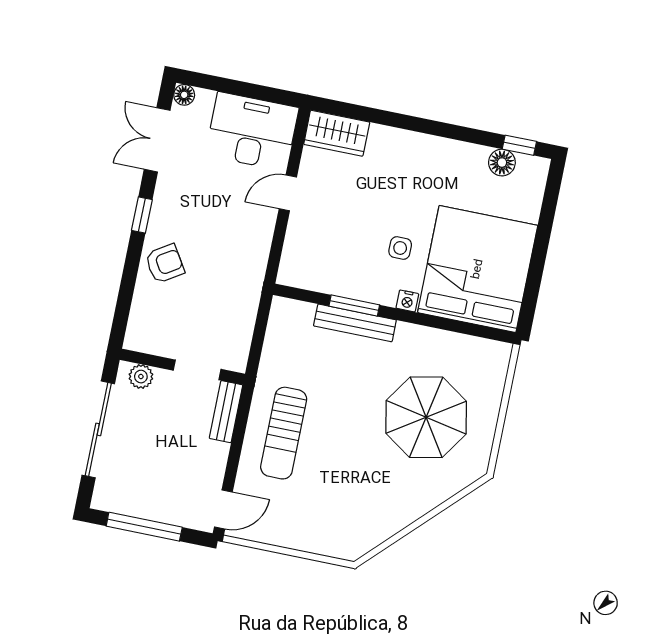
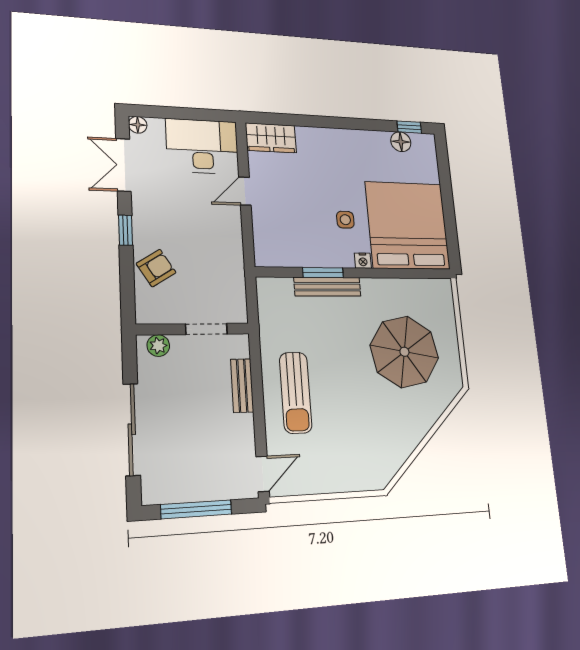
wall: (182, 367) -> (193, 329), moved
doorway: (197, 370) -> (206, 329), moved
plant: (141, 377) -> (158, 346), moved

